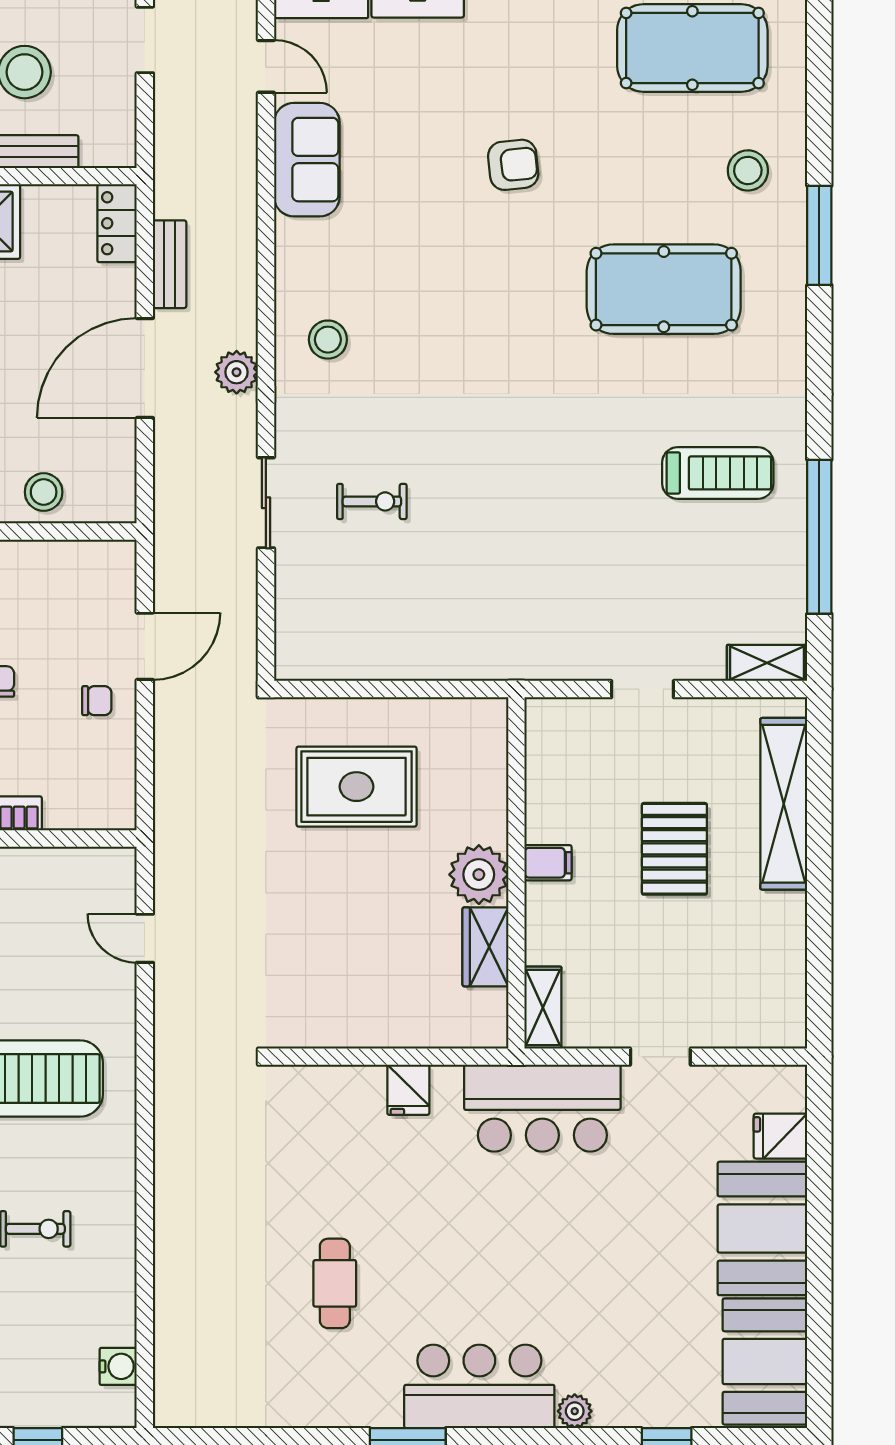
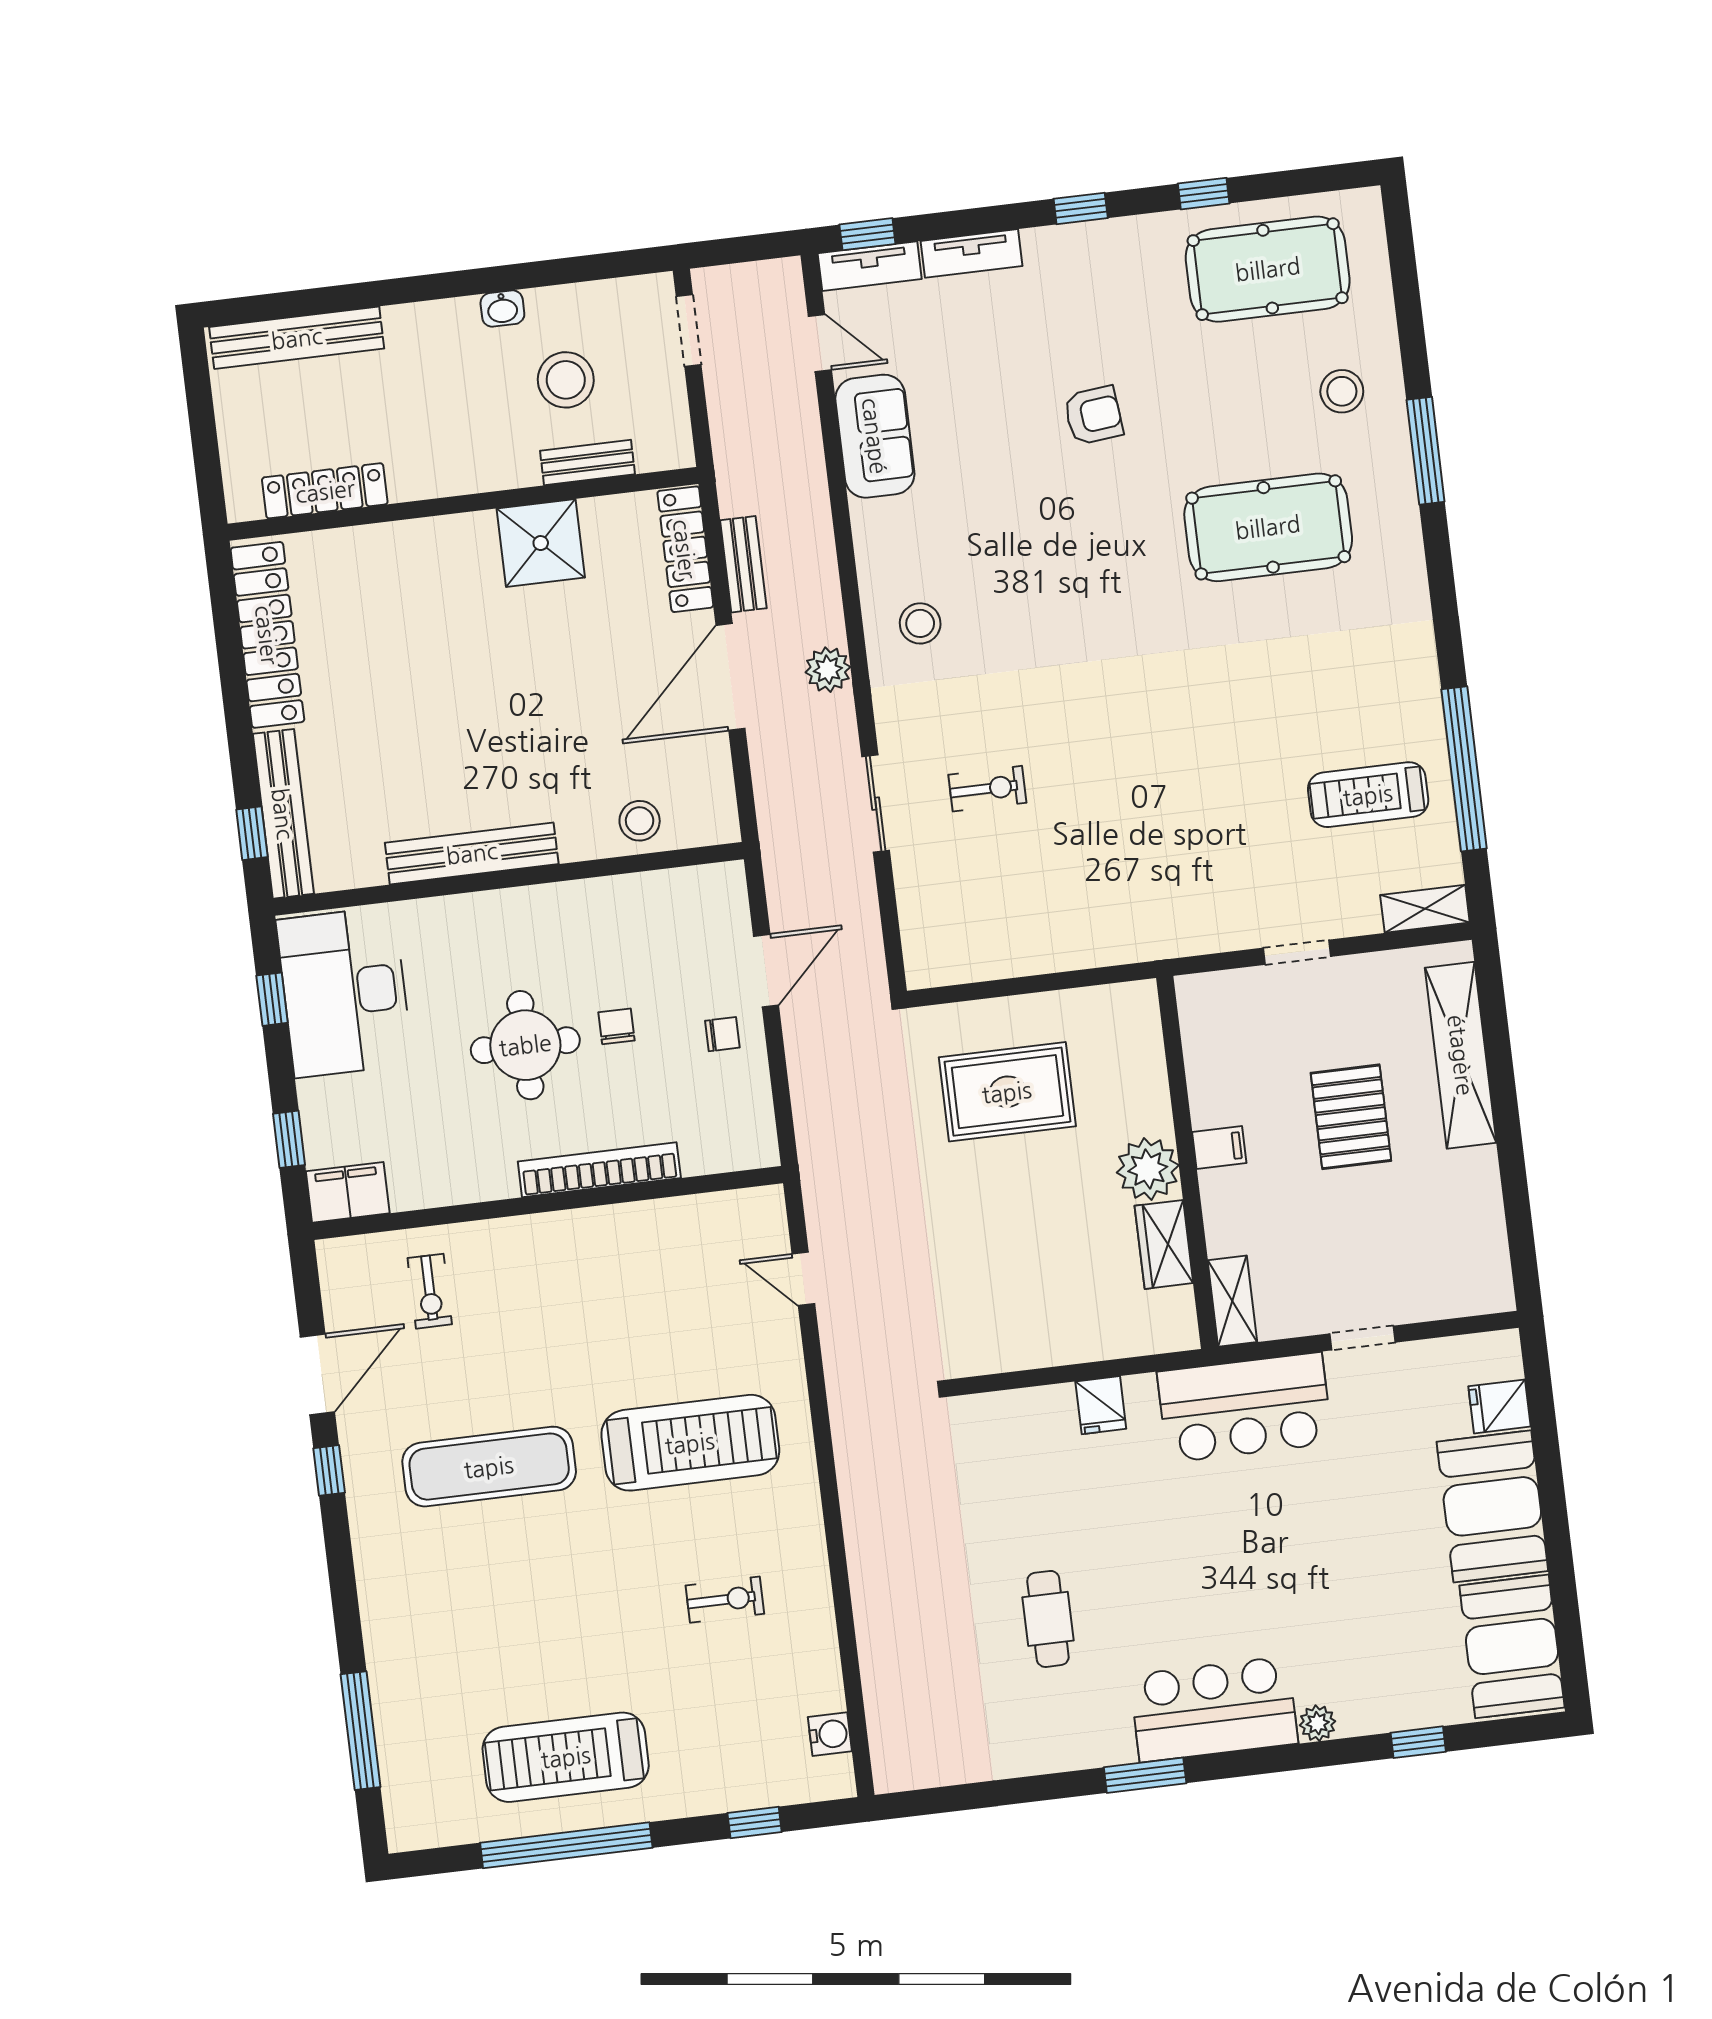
locker: (117, 223) -> (685, 549), width x1.53
treadmill: (718, 473) -> (1368, 795), moved, turned 180

